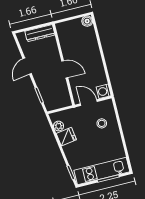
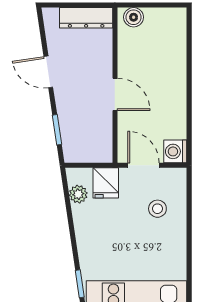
boiler: (87, 21) -> (134, 17), moved
door: (27, 66) -> (48, 72), hinge flipped
fridge: (66, 137) -> (106, 183), moved, turned 98

